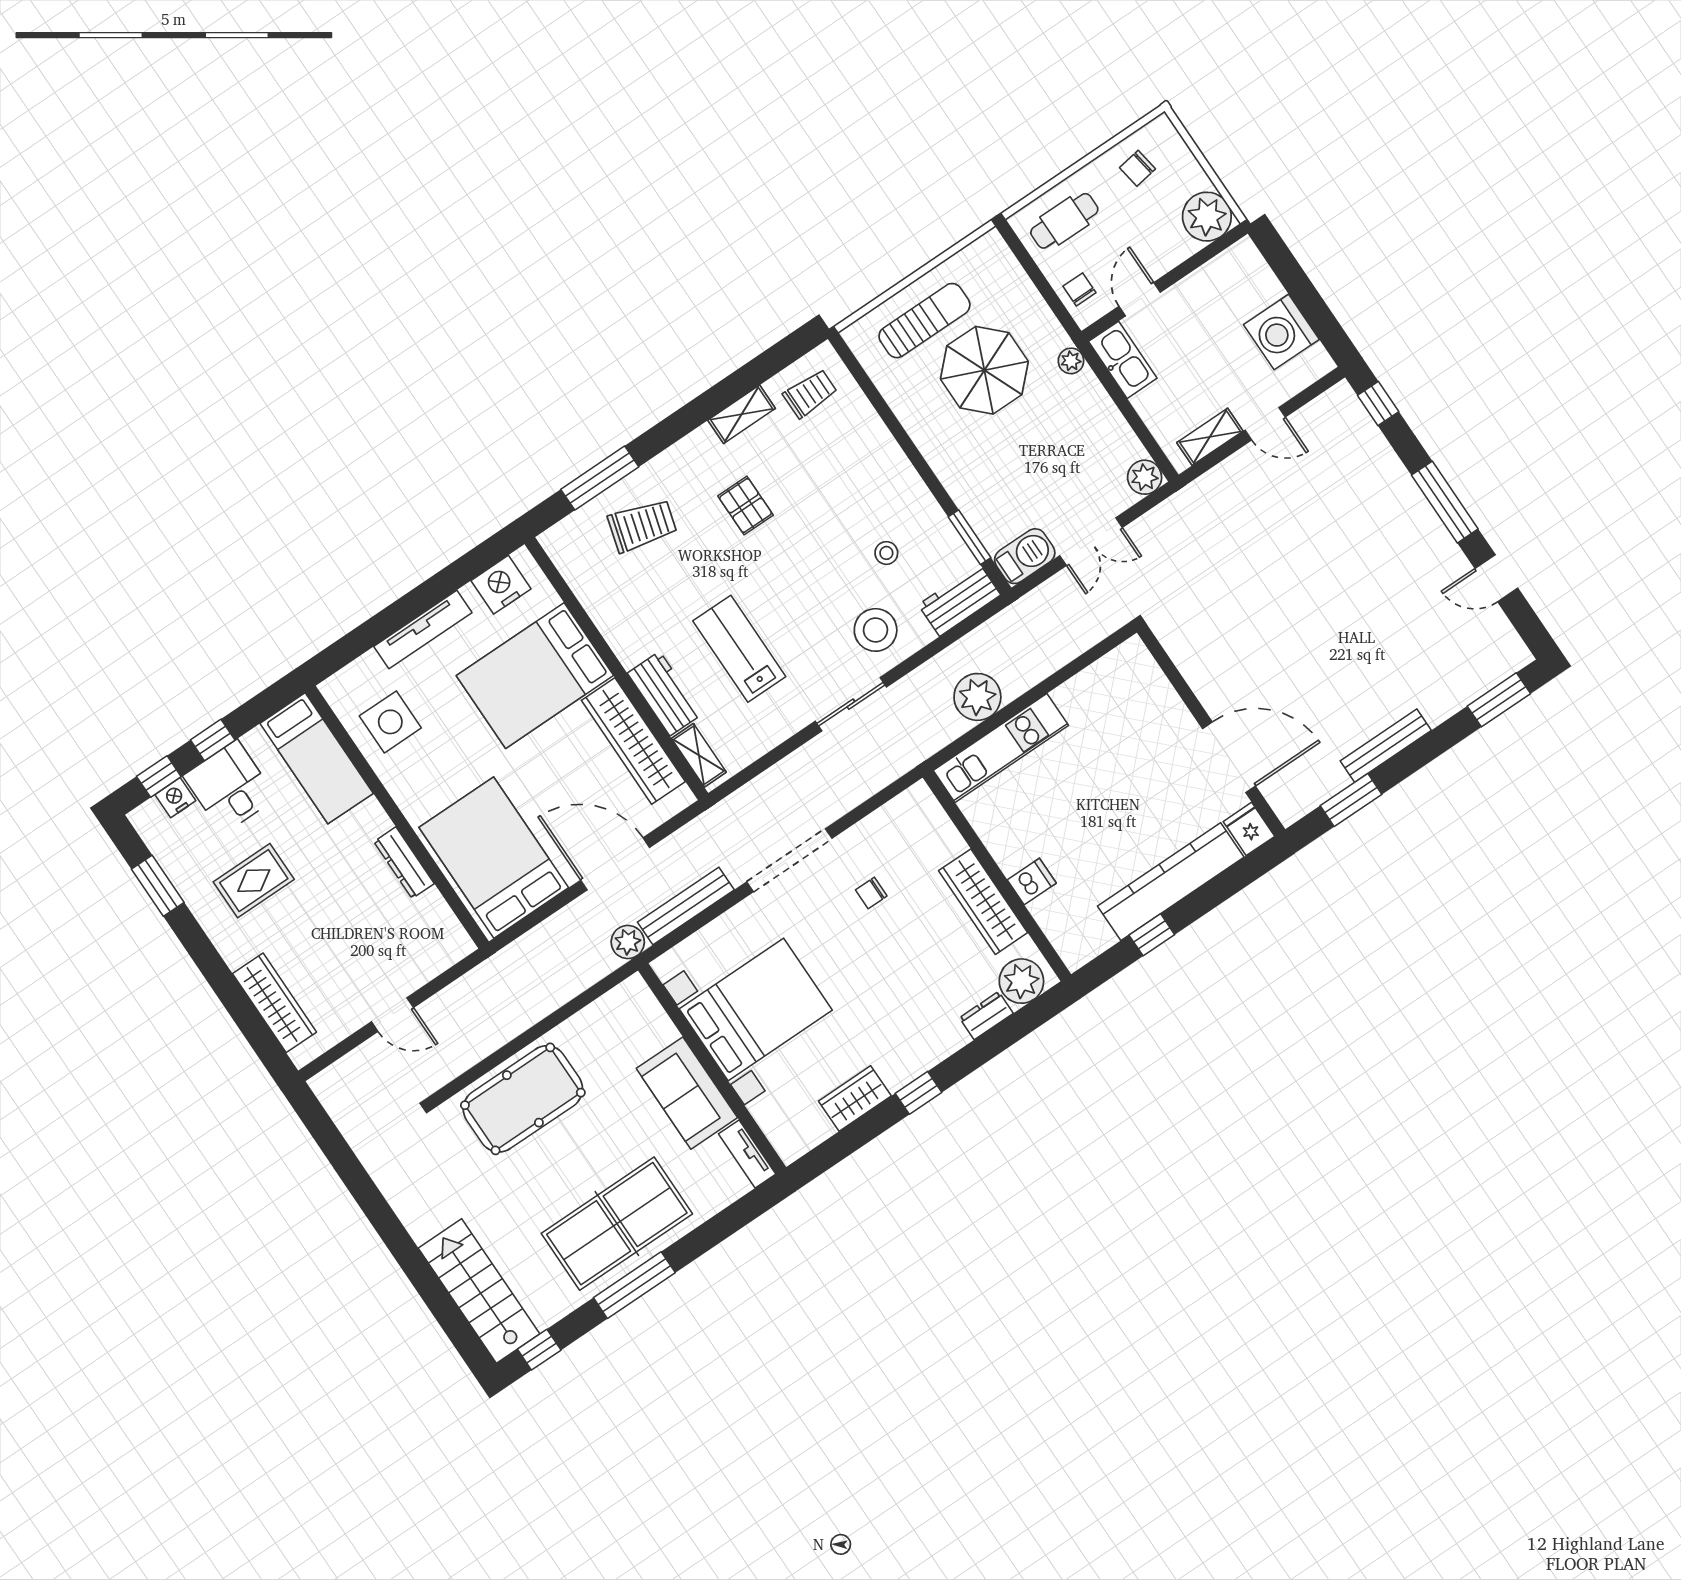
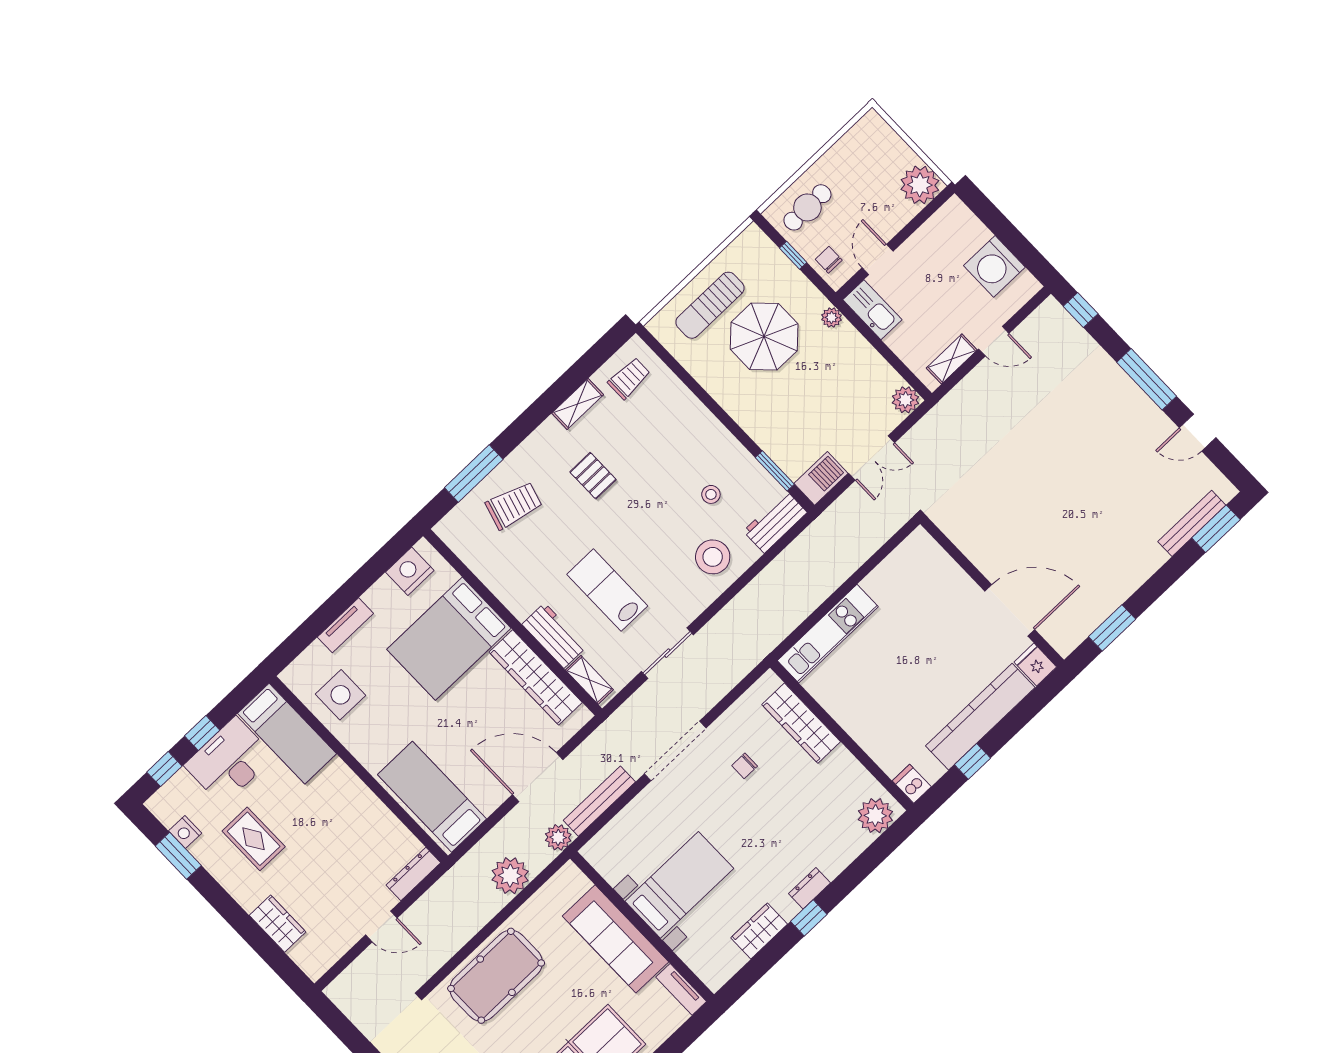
chair: (1137, 168) -> (858, 156), removed
window: (1037, 277) -> (793, 255), added
sun lounger: (924, 321) -> (710, 305), turned 180
tv unit: (423, 629) -> (345, 625), width x0.71
plant: (977, 697) -> (510, 876), moved
sliding door: (851, 704) -> (667, 653), moved
bench: (1386, 746) -> (1192, 523), moved
desk: (230, 787) -> (229, 761), width x1.37
nightstand: (175, 798) -> (185, 832), moved, turned -90
bed: (494, 858) -> (432, 797), width x0.67
dresser: (404, 863) -> (413, 874), moved, turned 90
rug: (254, 881) -> (254, 839), turned 90
dishwasher: (1032, 881) -> (912, 784), moved, turned -90
wardrobe: (983, 902) -> (801, 723), moved
wardrobe: (275, 1003) -> (278, 924), width x0.67
bed with nightstands: (756, 1010) -> (679, 885), width x0.73
dresser: (986, 1016) -> (810, 888), moved
sofa: (687, 1093) -> (616, 939), width x1.36

